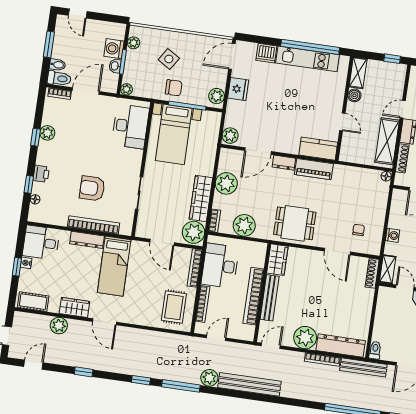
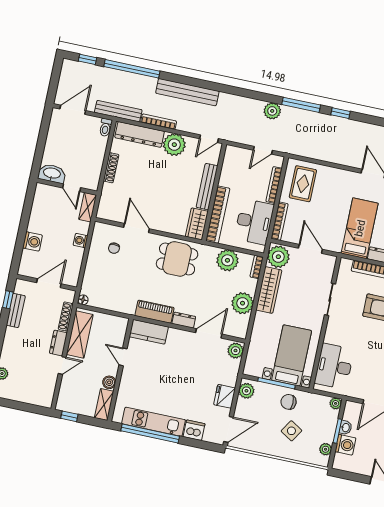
shoe rack: (372, 273) -> (111, 168), moved
bookcase: (253, 296) -> (218, 215), moved
bench: (249, 384) -> (187, 92), moved

